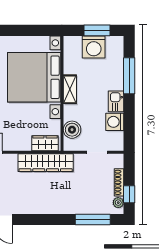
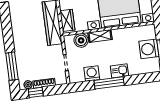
window: (129, 76) -> (109, 83), moved
shelving: (70, 89) -> (100, 36), moved
kitchen sink: (116, 101) -> (119, 71), moved

